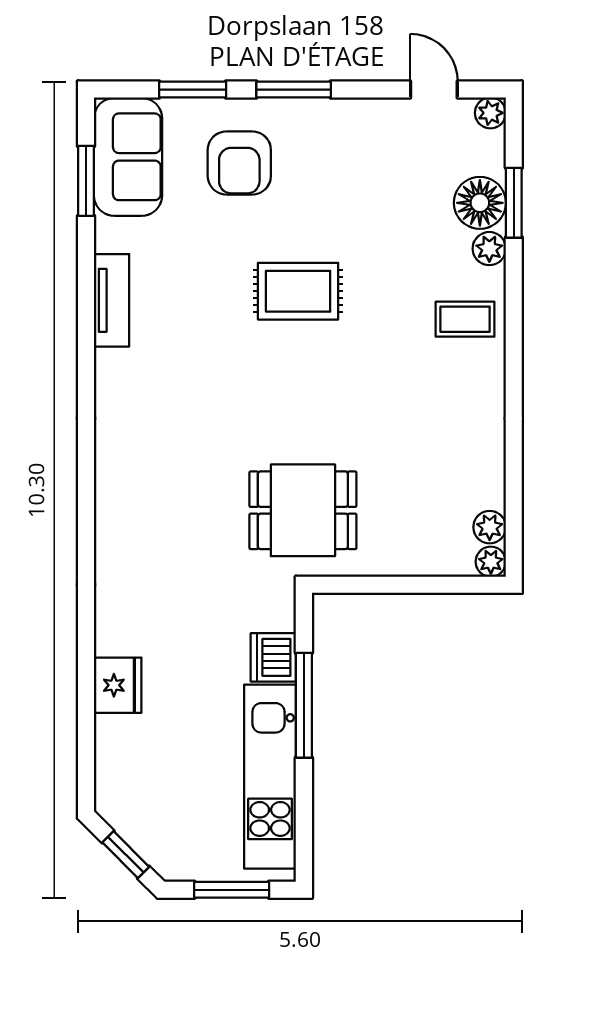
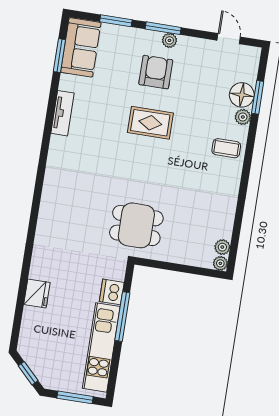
plant: (490, 113) -> (169, 40), moved
armchair: (239, 163) -> (156, 72), moved, turned 180

